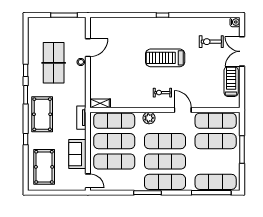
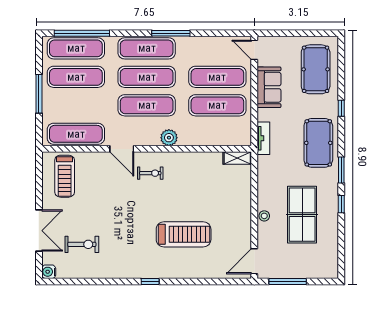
door: (88, 48) -> (254, 261), moved
treadmill: (165, 58) -> (184, 234), moved
treadmill: (231, 82) -> (65, 176), moved
exercise mat: (114, 121) -> (217, 134), removed
exercise mat: (216, 141) -> (76, 77), moved

